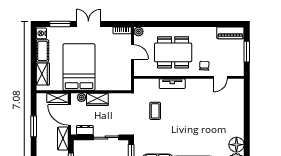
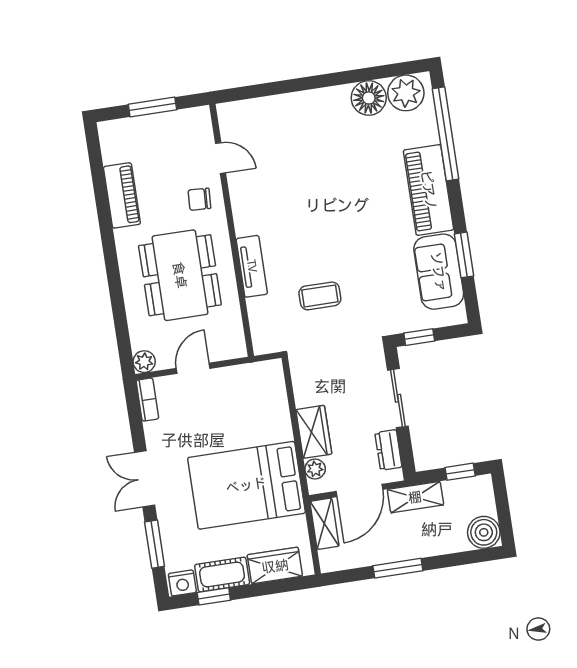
piano: (230, 33) -> (122, 195), moved
window: (34, 46) -> (214, 596), added

